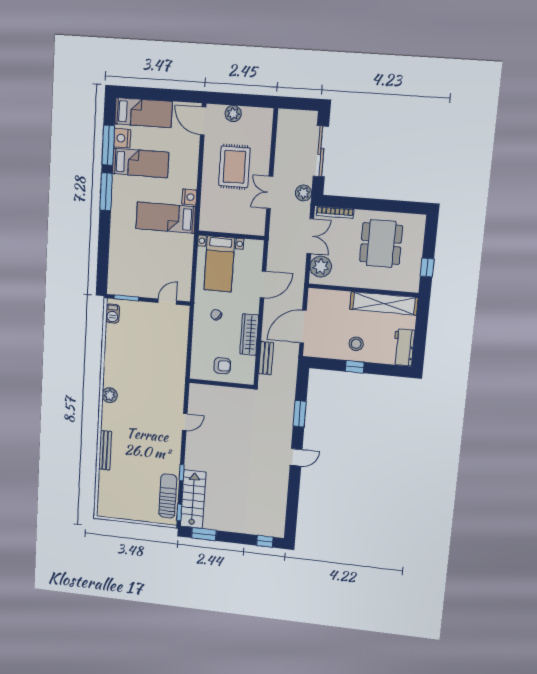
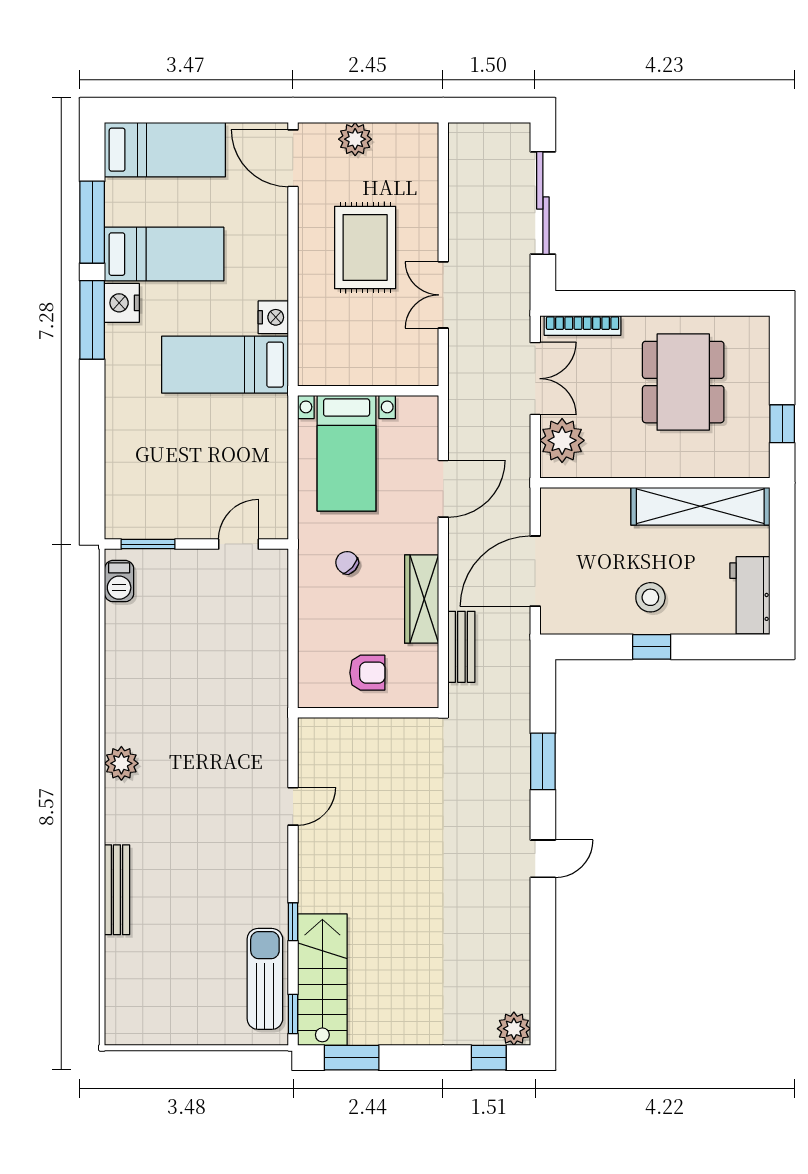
nightstand: (122, 138) -> (122, 303), moved
plant: (304, 193) -> (514, 1029), moved

